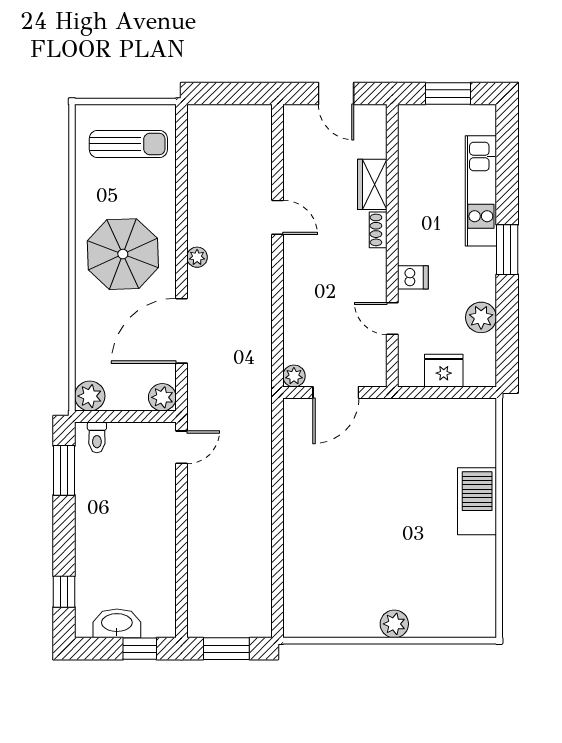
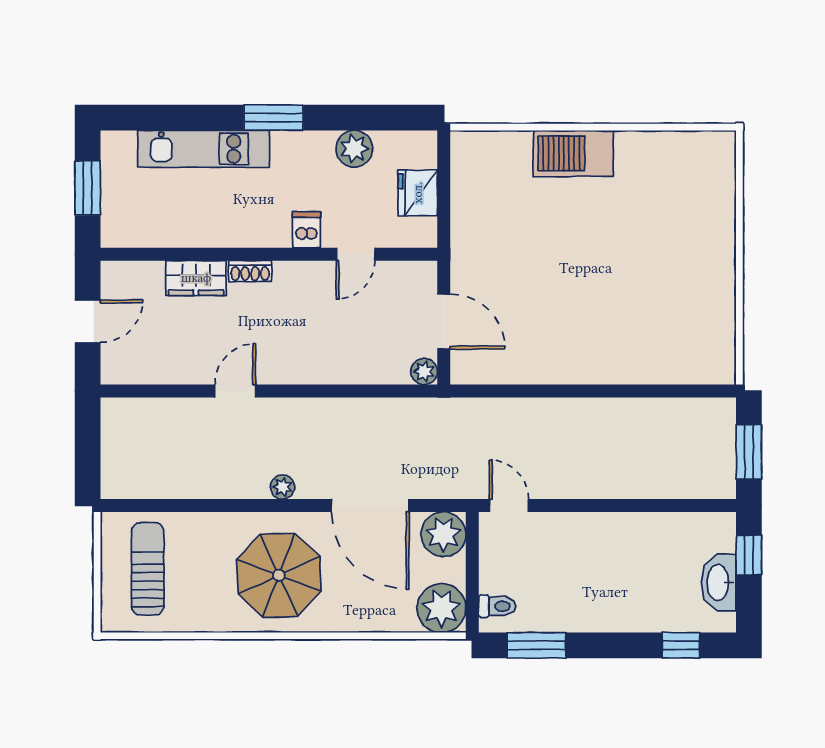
plant: (90, 396) -> (441, 608), width x1.36, depth x1.36
plant: (162, 397) -> (443, 534), width x1.36, depth x1.36
plant: (394, 624) -> (719, 252), removed

